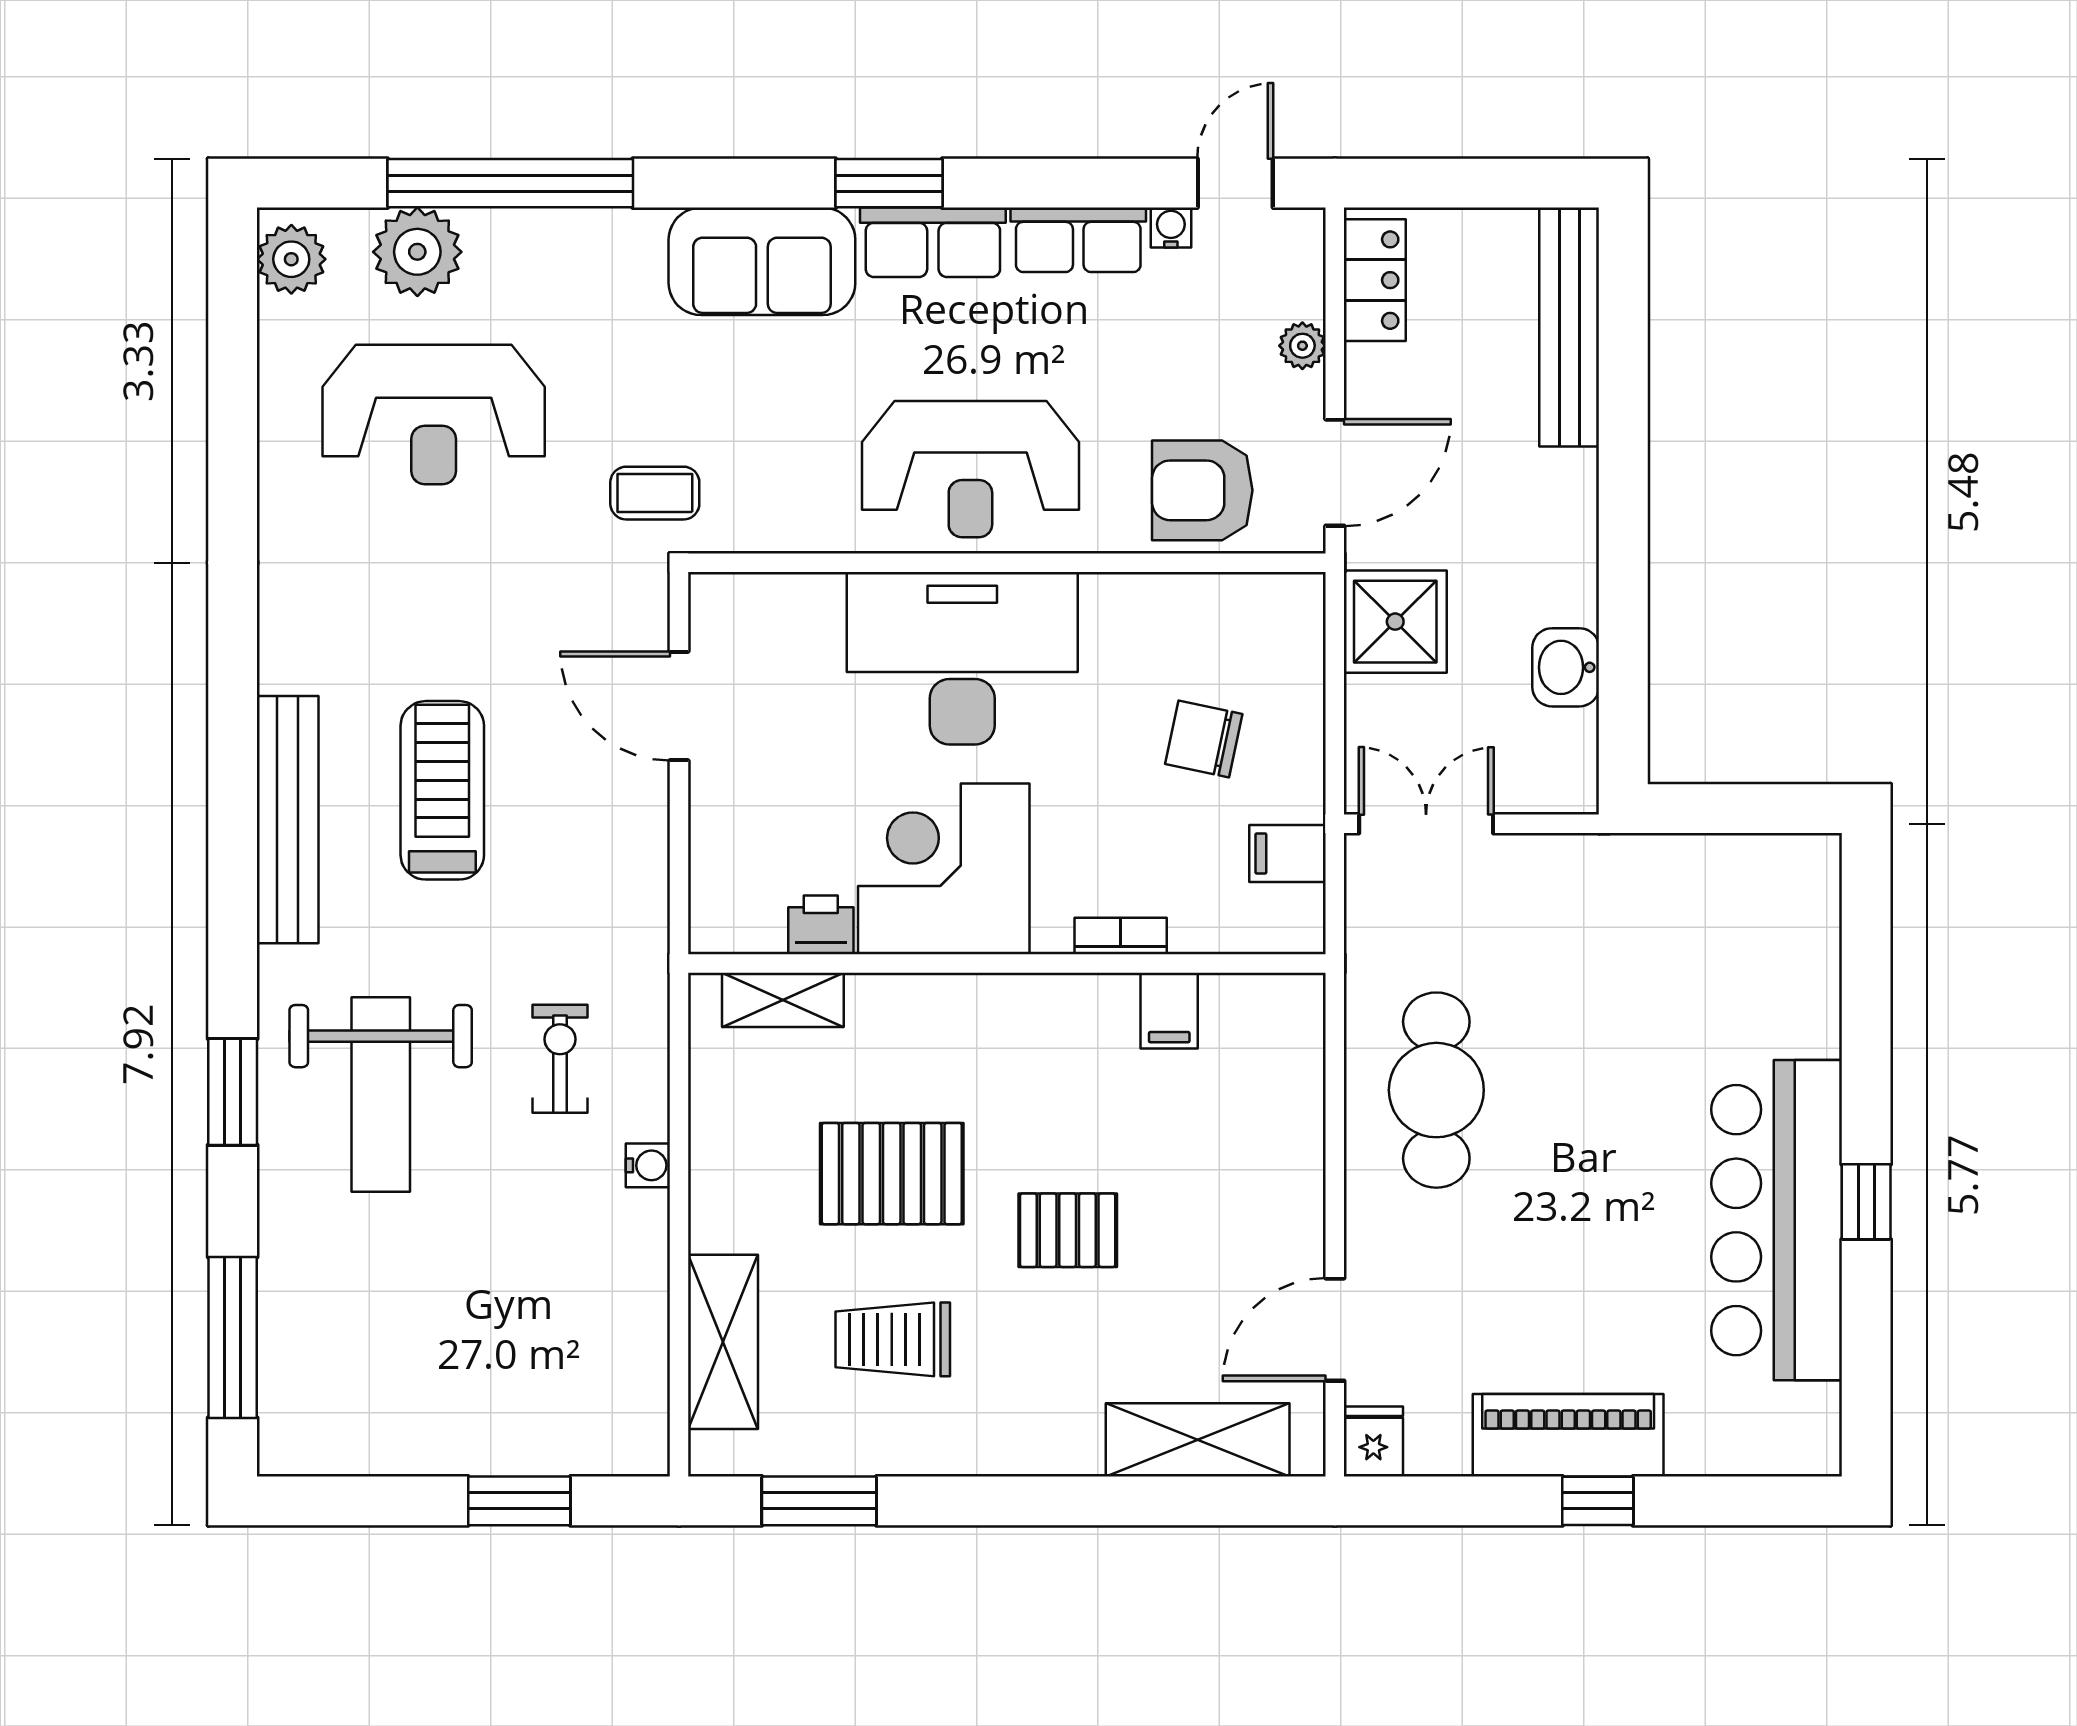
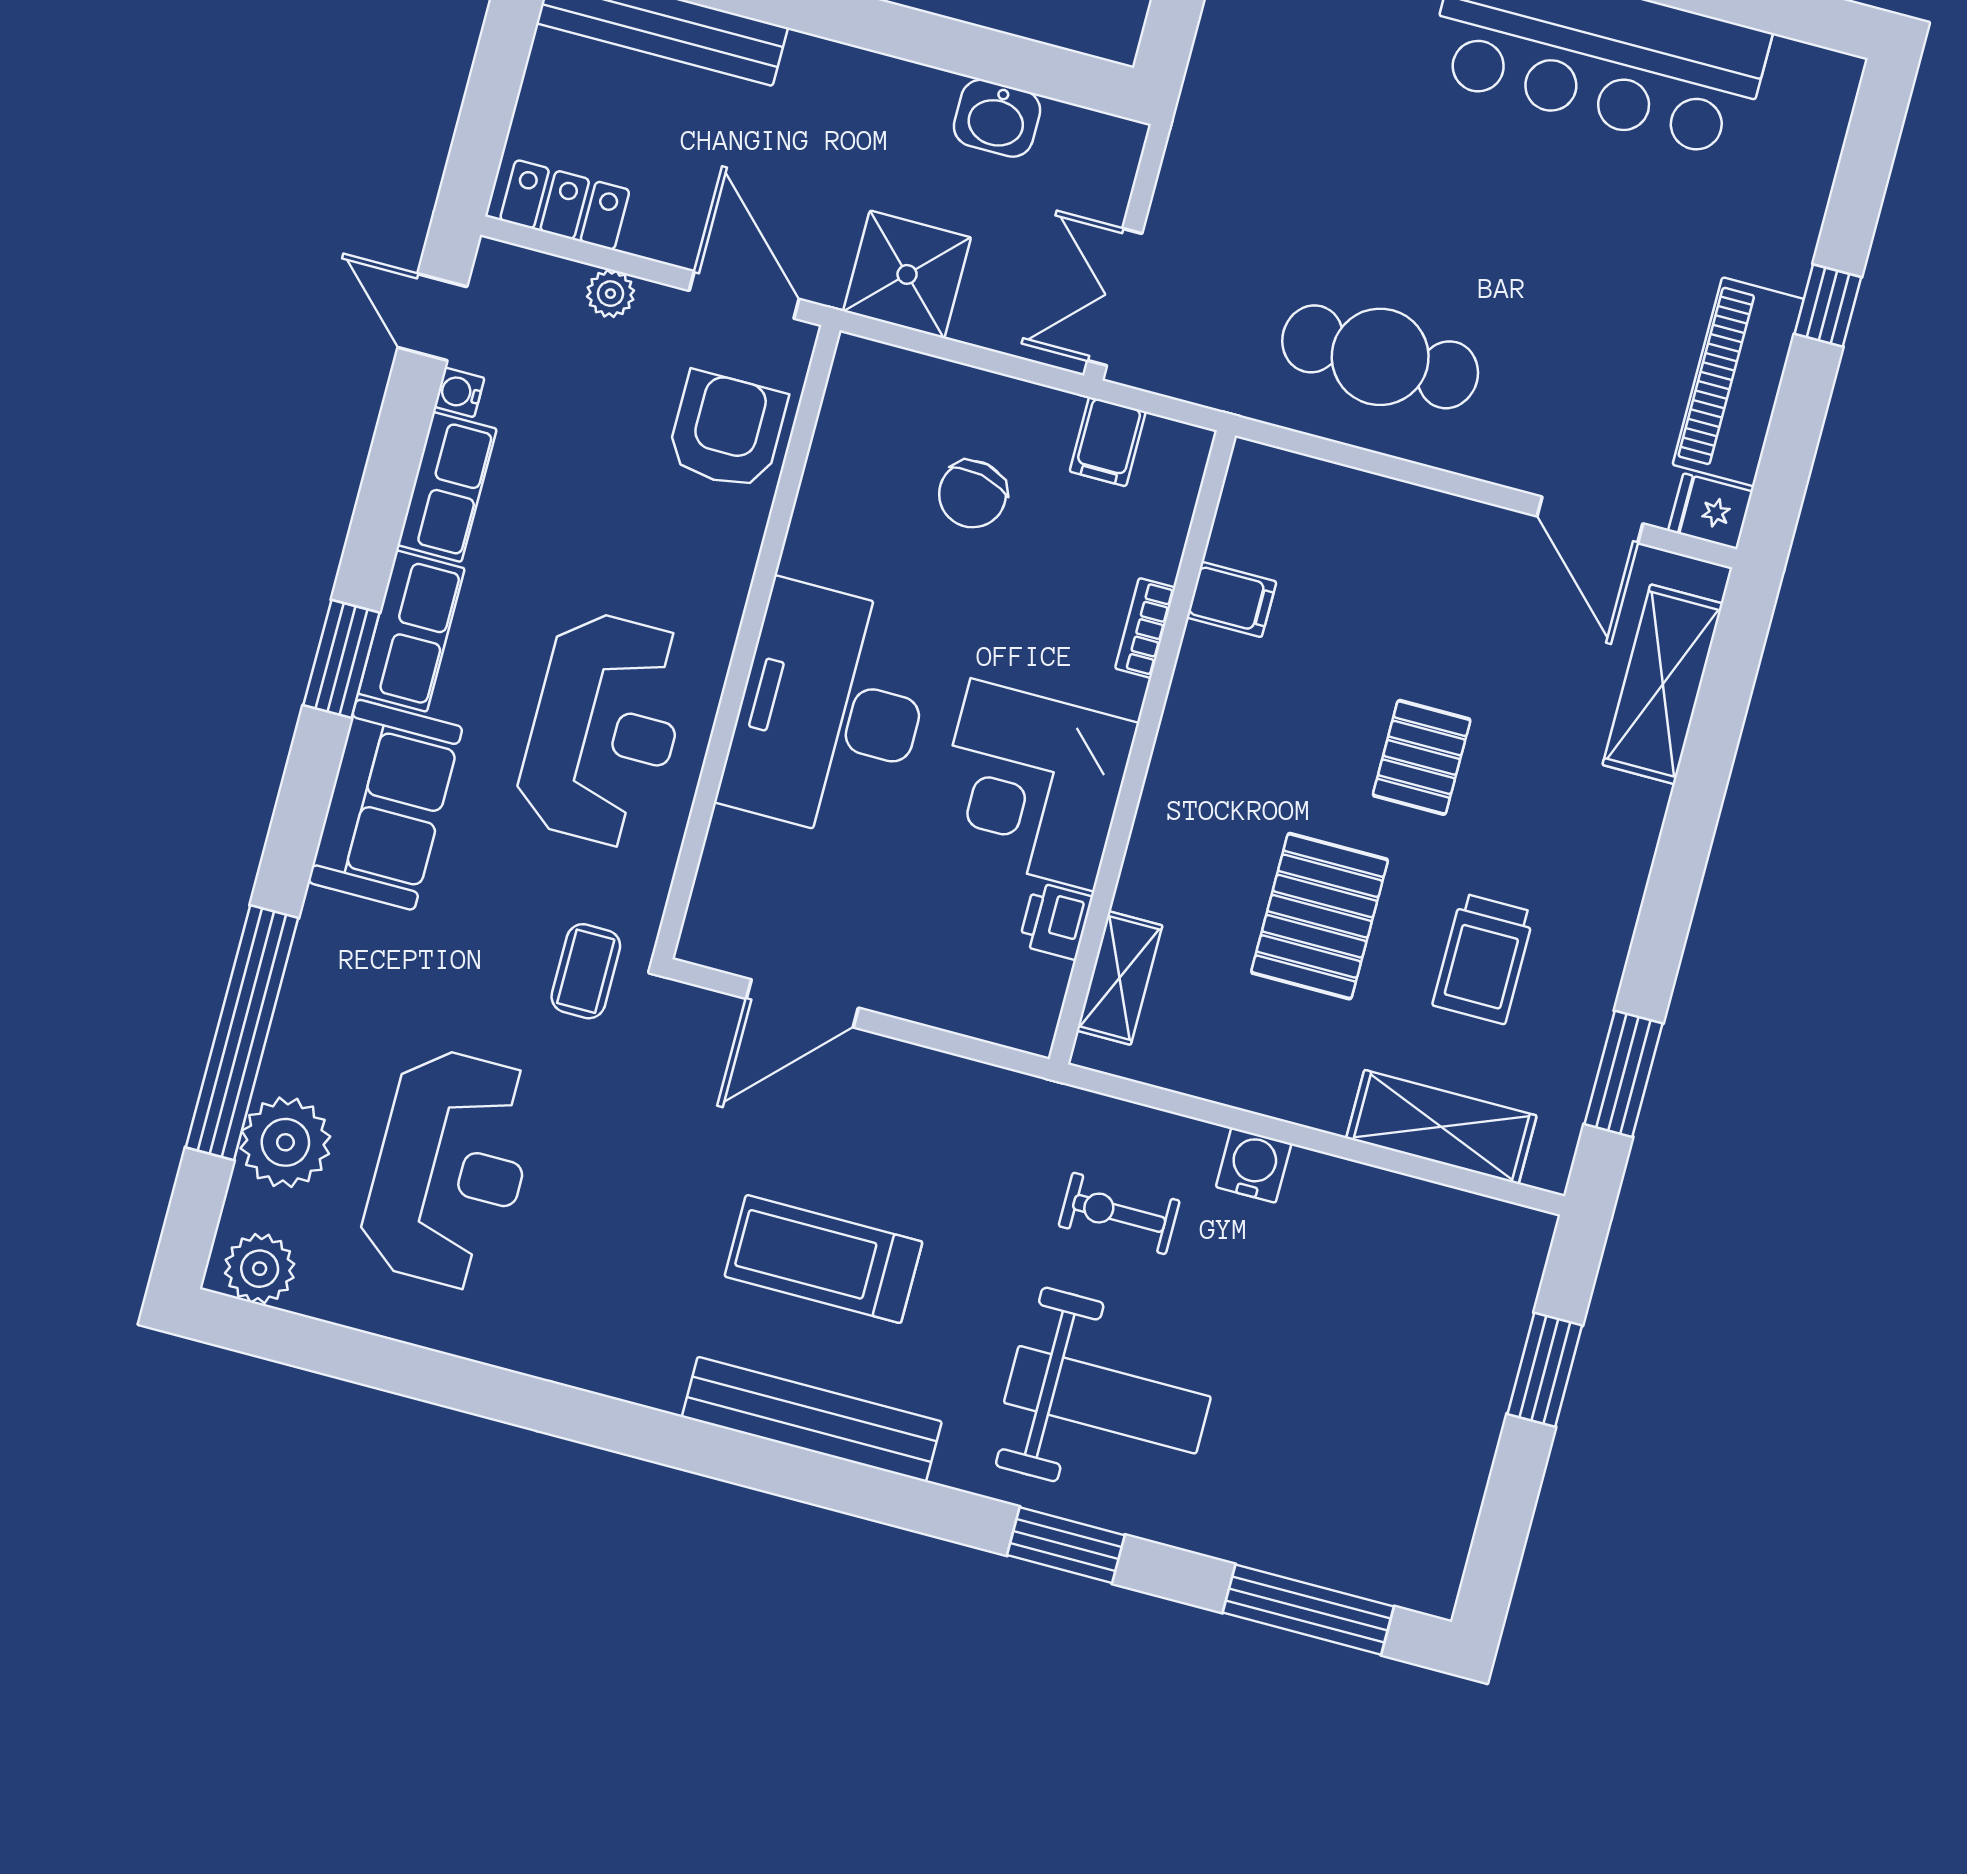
reception desk: (970, 469) -> (605, 729), moved
armchair: (1202, 490) -> (727, 430), turned 180
water cooler: (648, 1165) -> (1254, 1165), width x1.38, depth x1.38
piano: (1568, 1435) -> (1738, 382), moved

